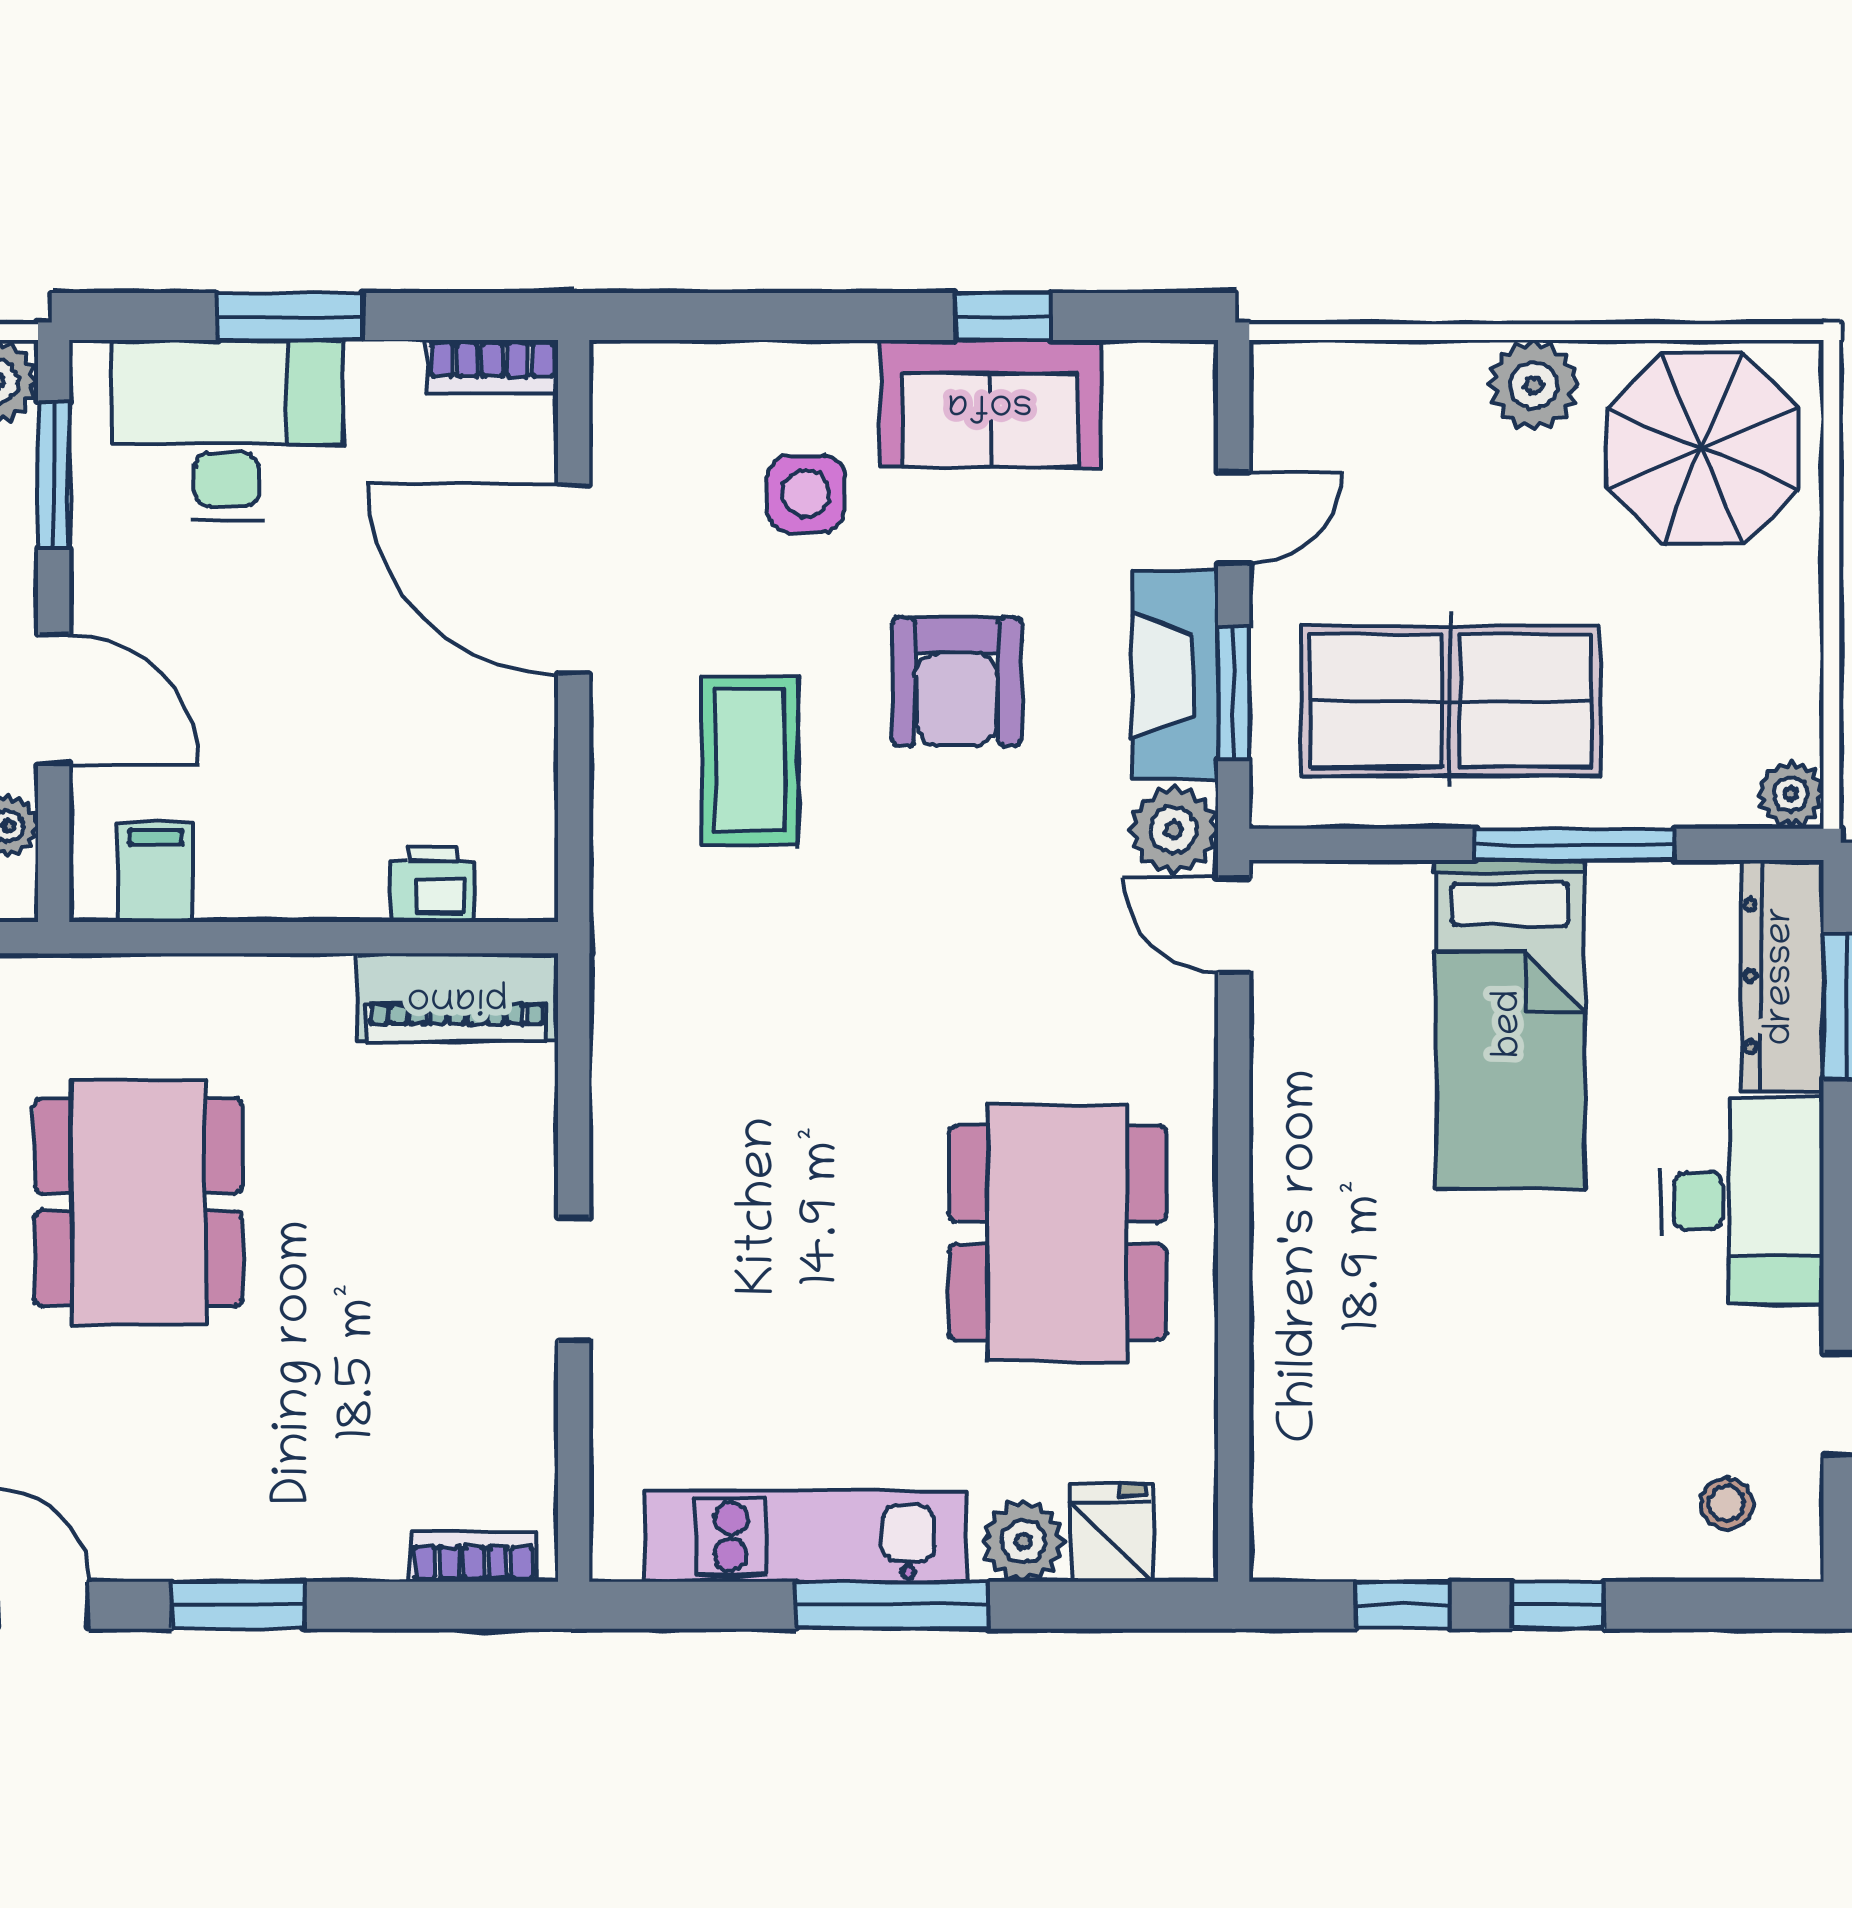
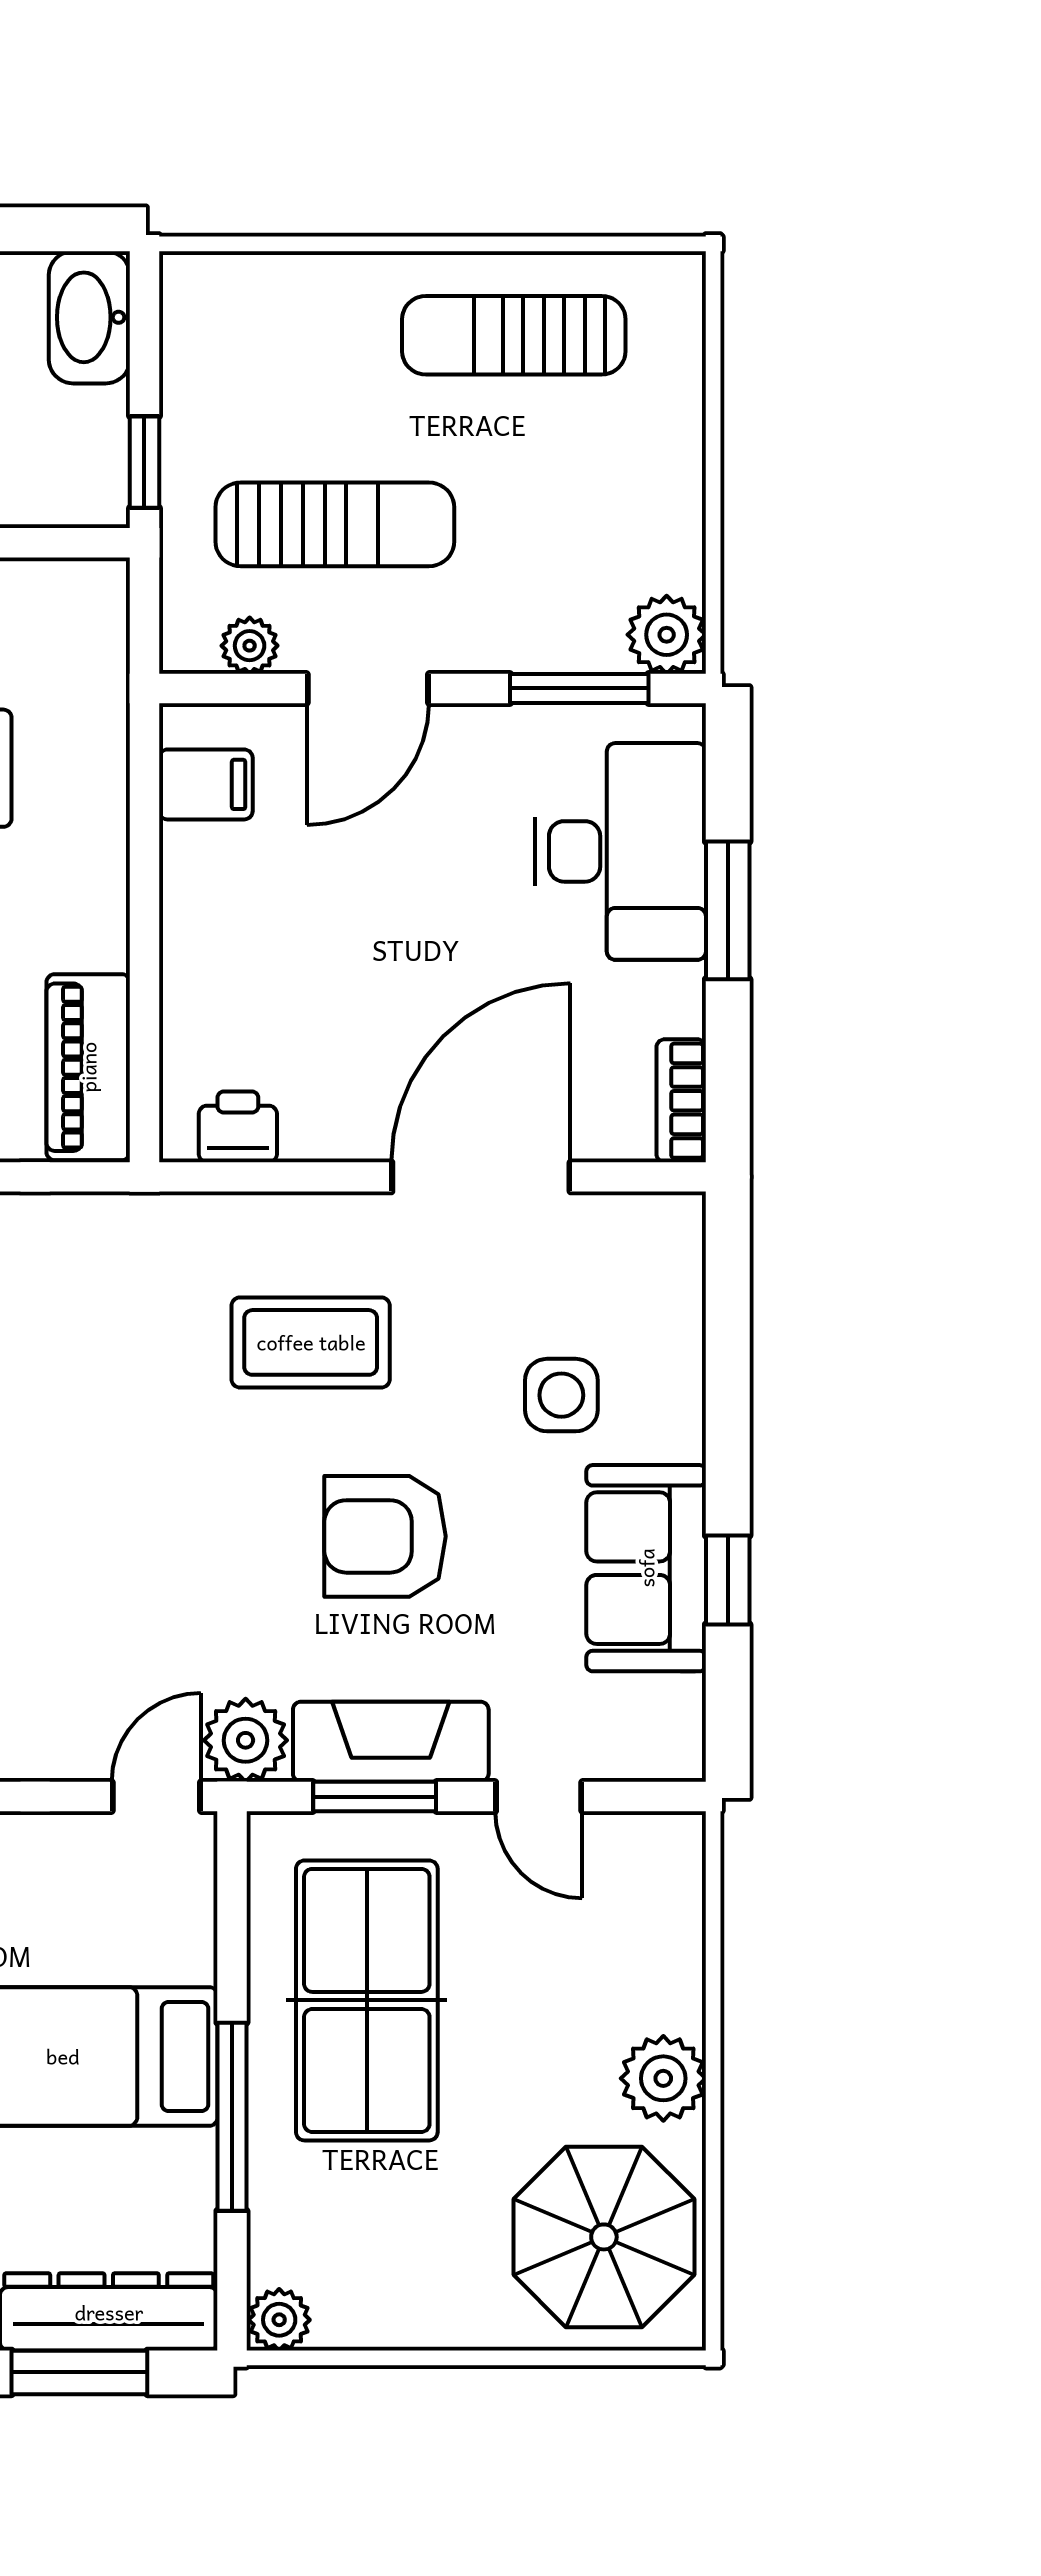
printer: (433, 884) -> (238, 1127), moved, turned -90

